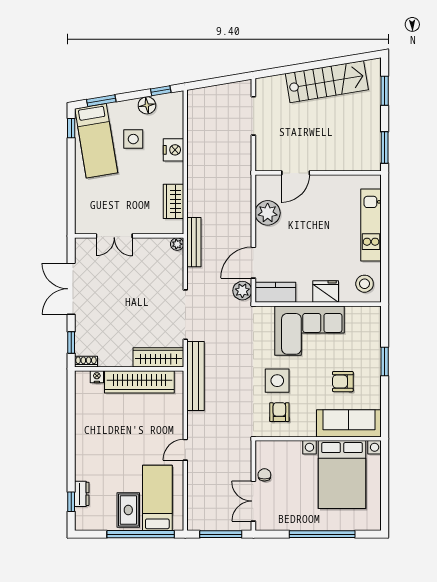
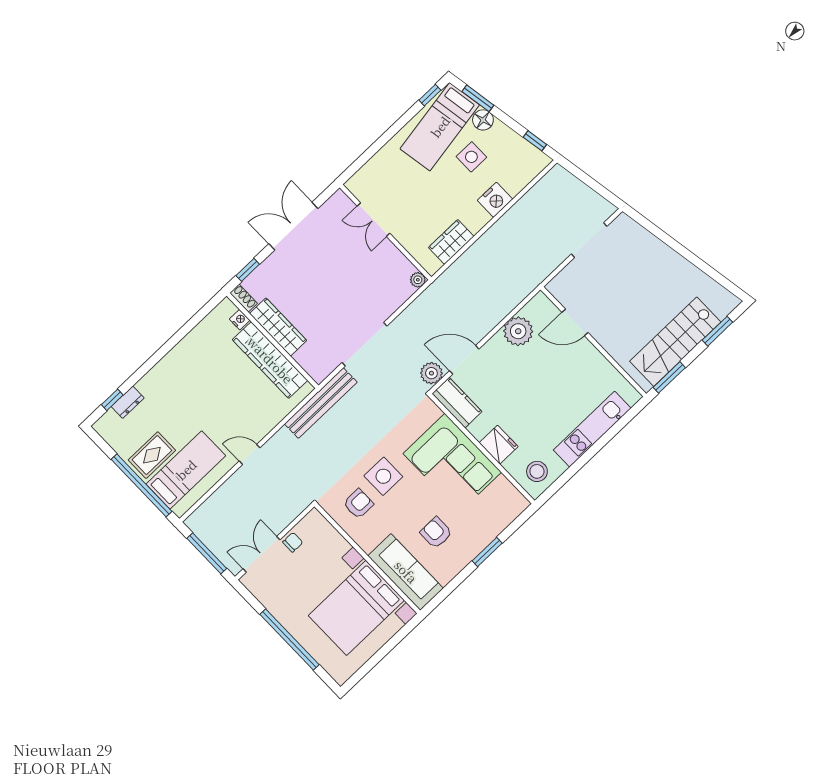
stairs: (327, 82) -> (675, 342), moved, turned 99
floor lamp: (147, 105) -> (483, 120), moved
bench: (194, 242) -> (433, 292), removed
wardrobe: (158, 357) -> (278, 327), moved

